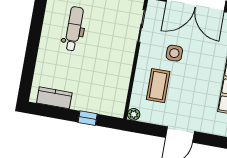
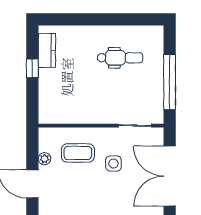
plant: (134, 114) -> (44, 159), moved
window: (88, 118) -> (32, 68), moved

